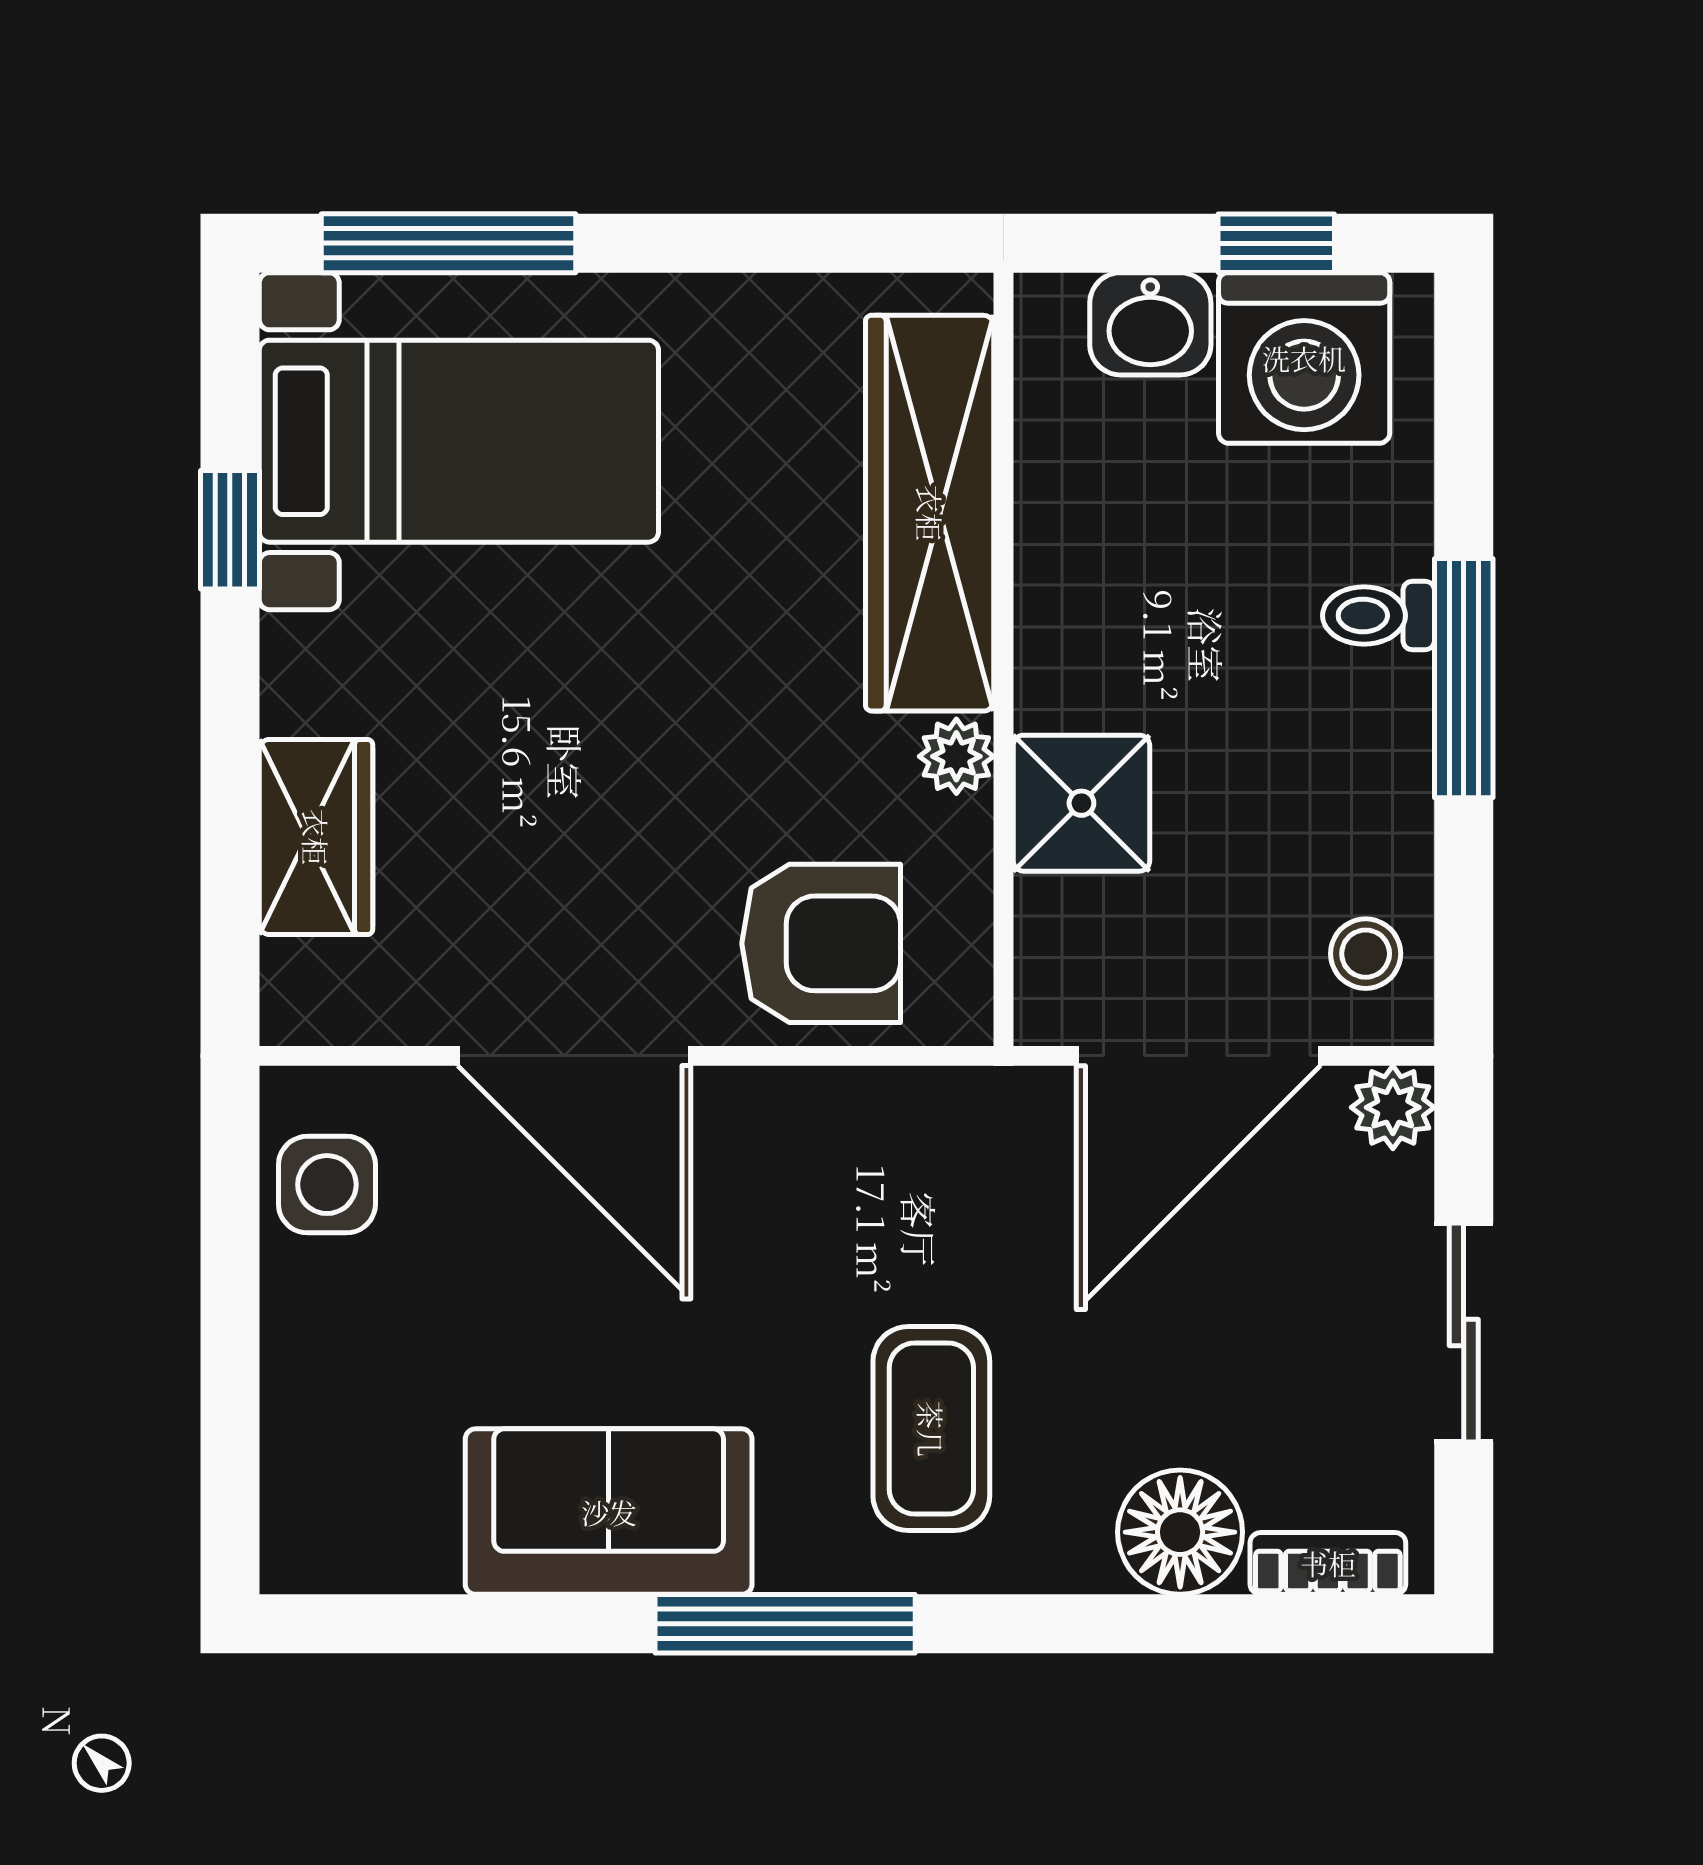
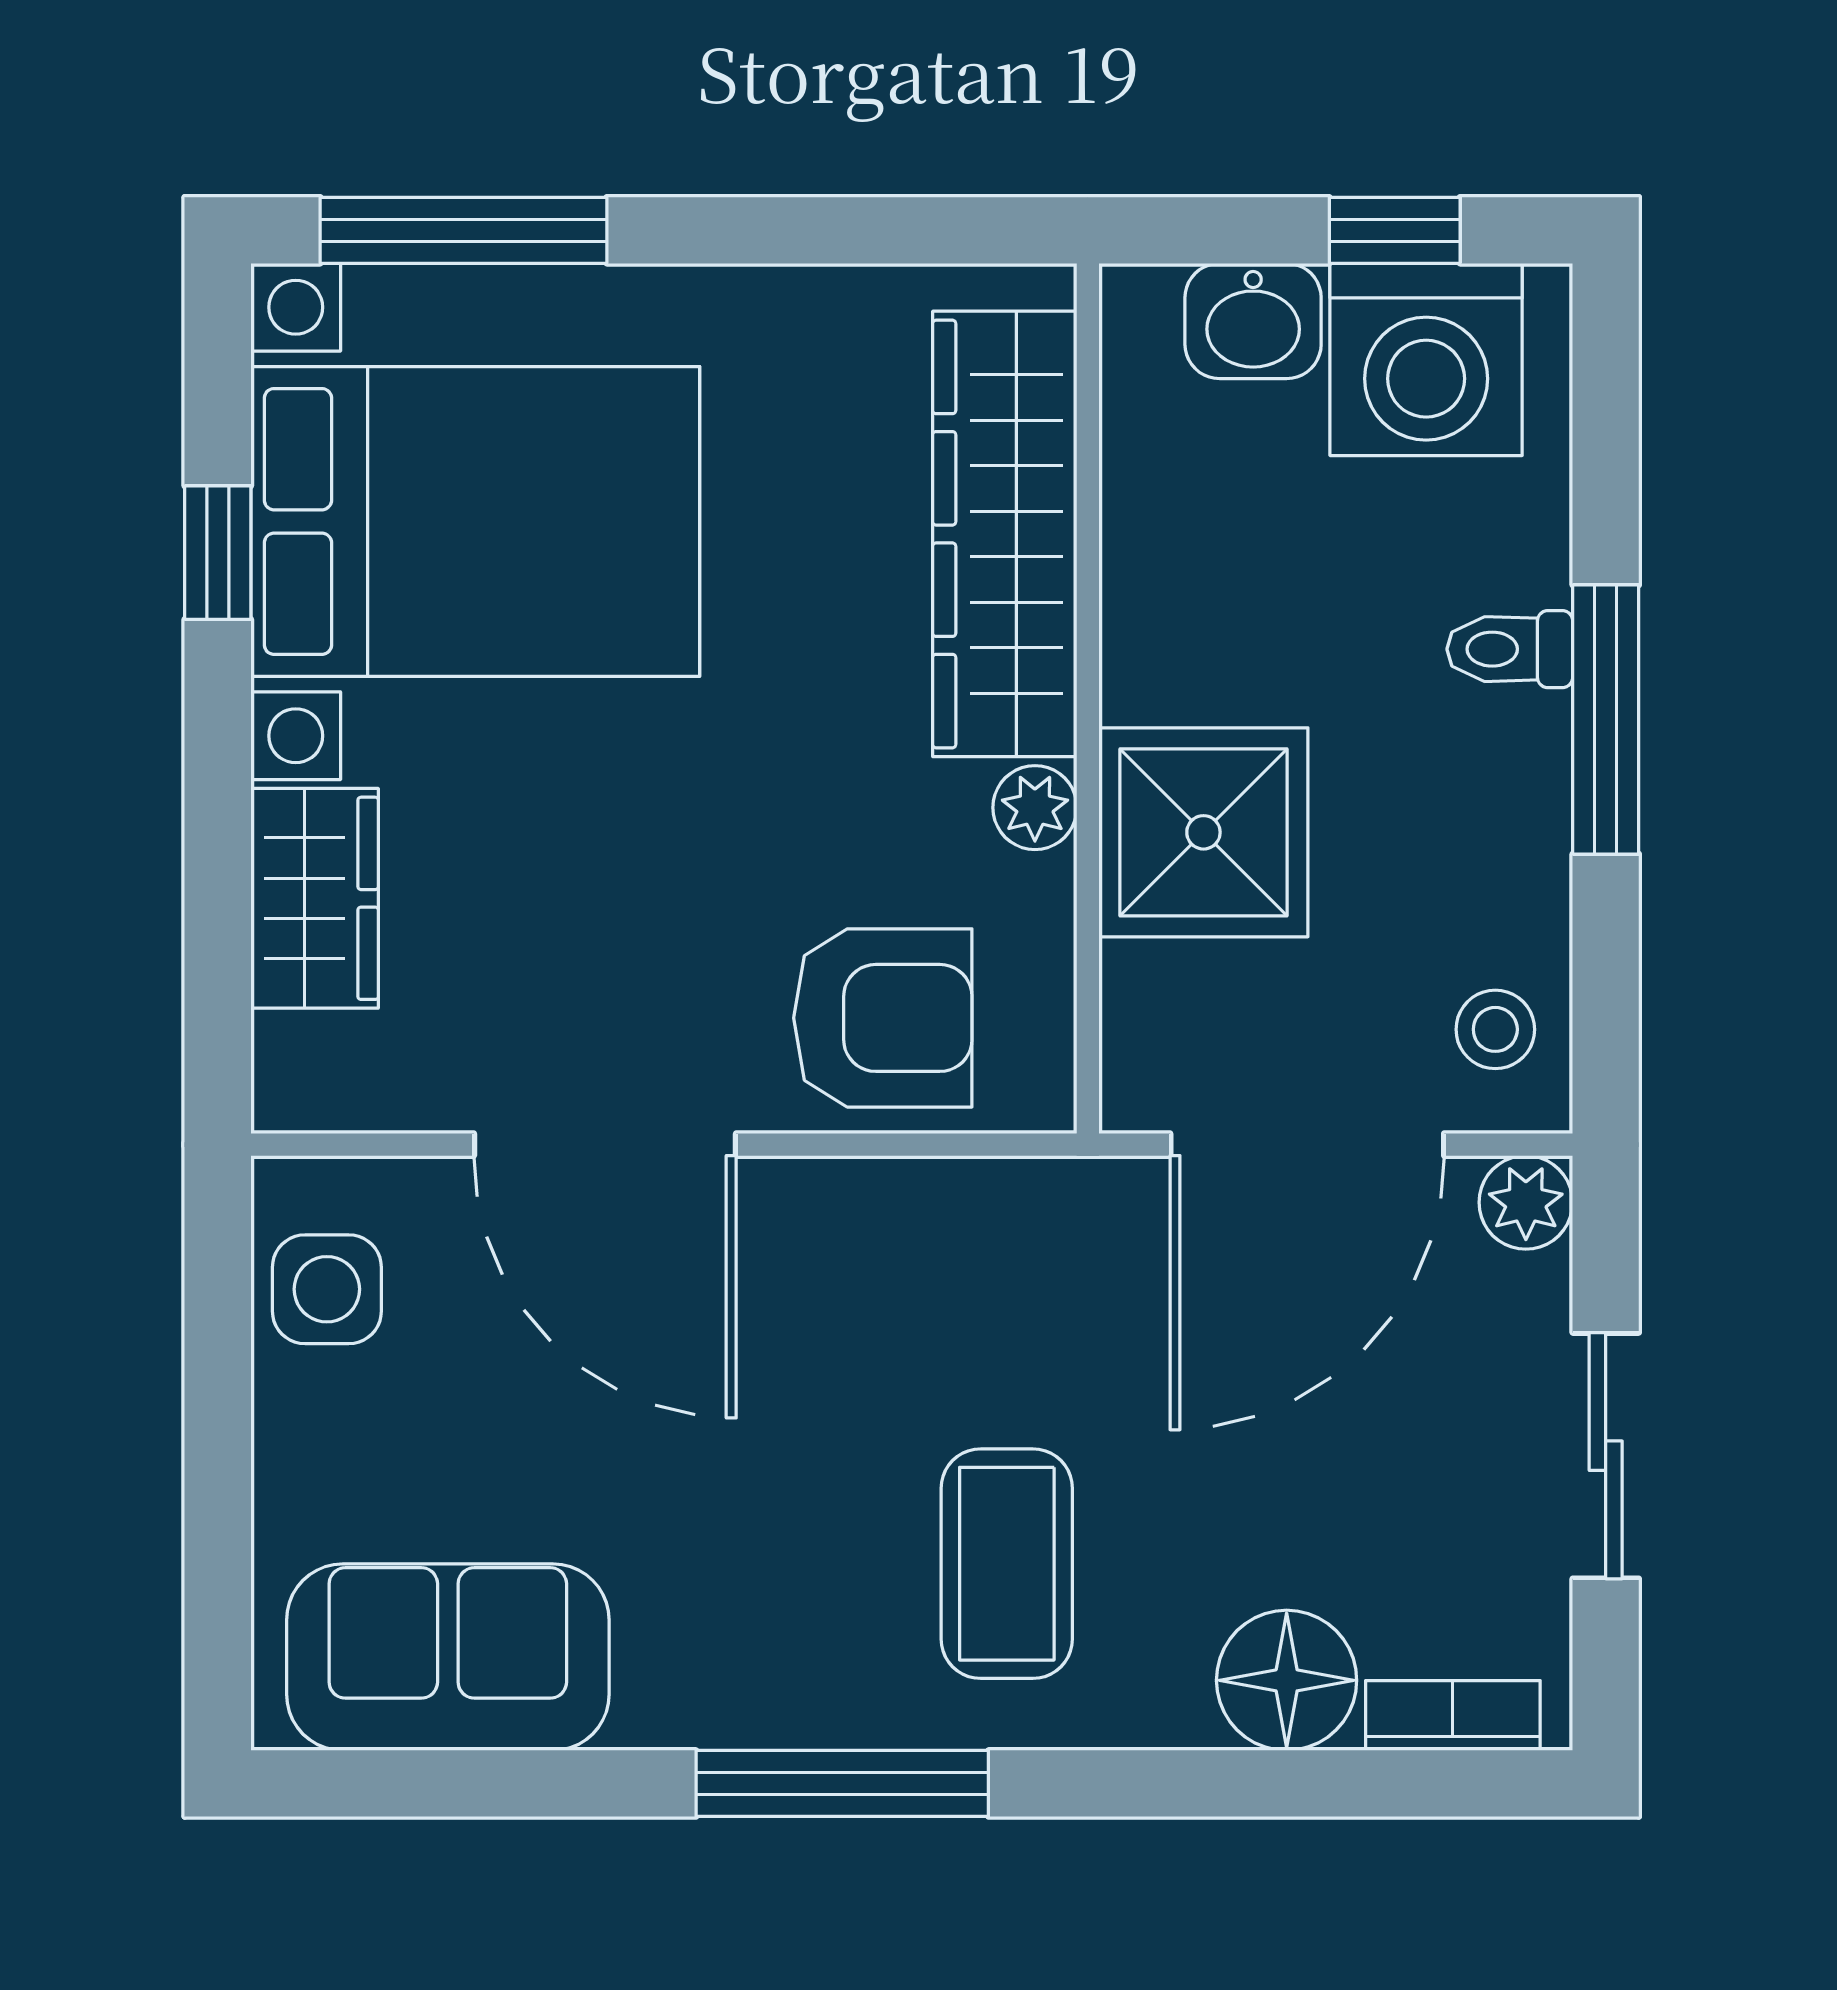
bed with nightstands: (459, 441) -> (475, 521), width x1.36
shower: (1081, 803) -> (1203, 832), width x1.36, depth x1.36
sofa: (609, 1512) -> (448, 1657), moved

